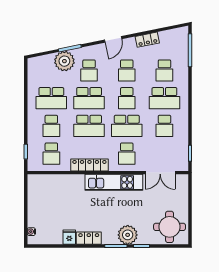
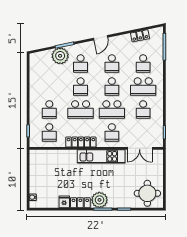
locker: (147, 40) -> (140, 36), moved
school desk: (51, 98) -> (49, 87), removed
school desk: (89, 98) -> (81, 87), width x0.54
plant: (128, 235) -> (99, 200), moved

